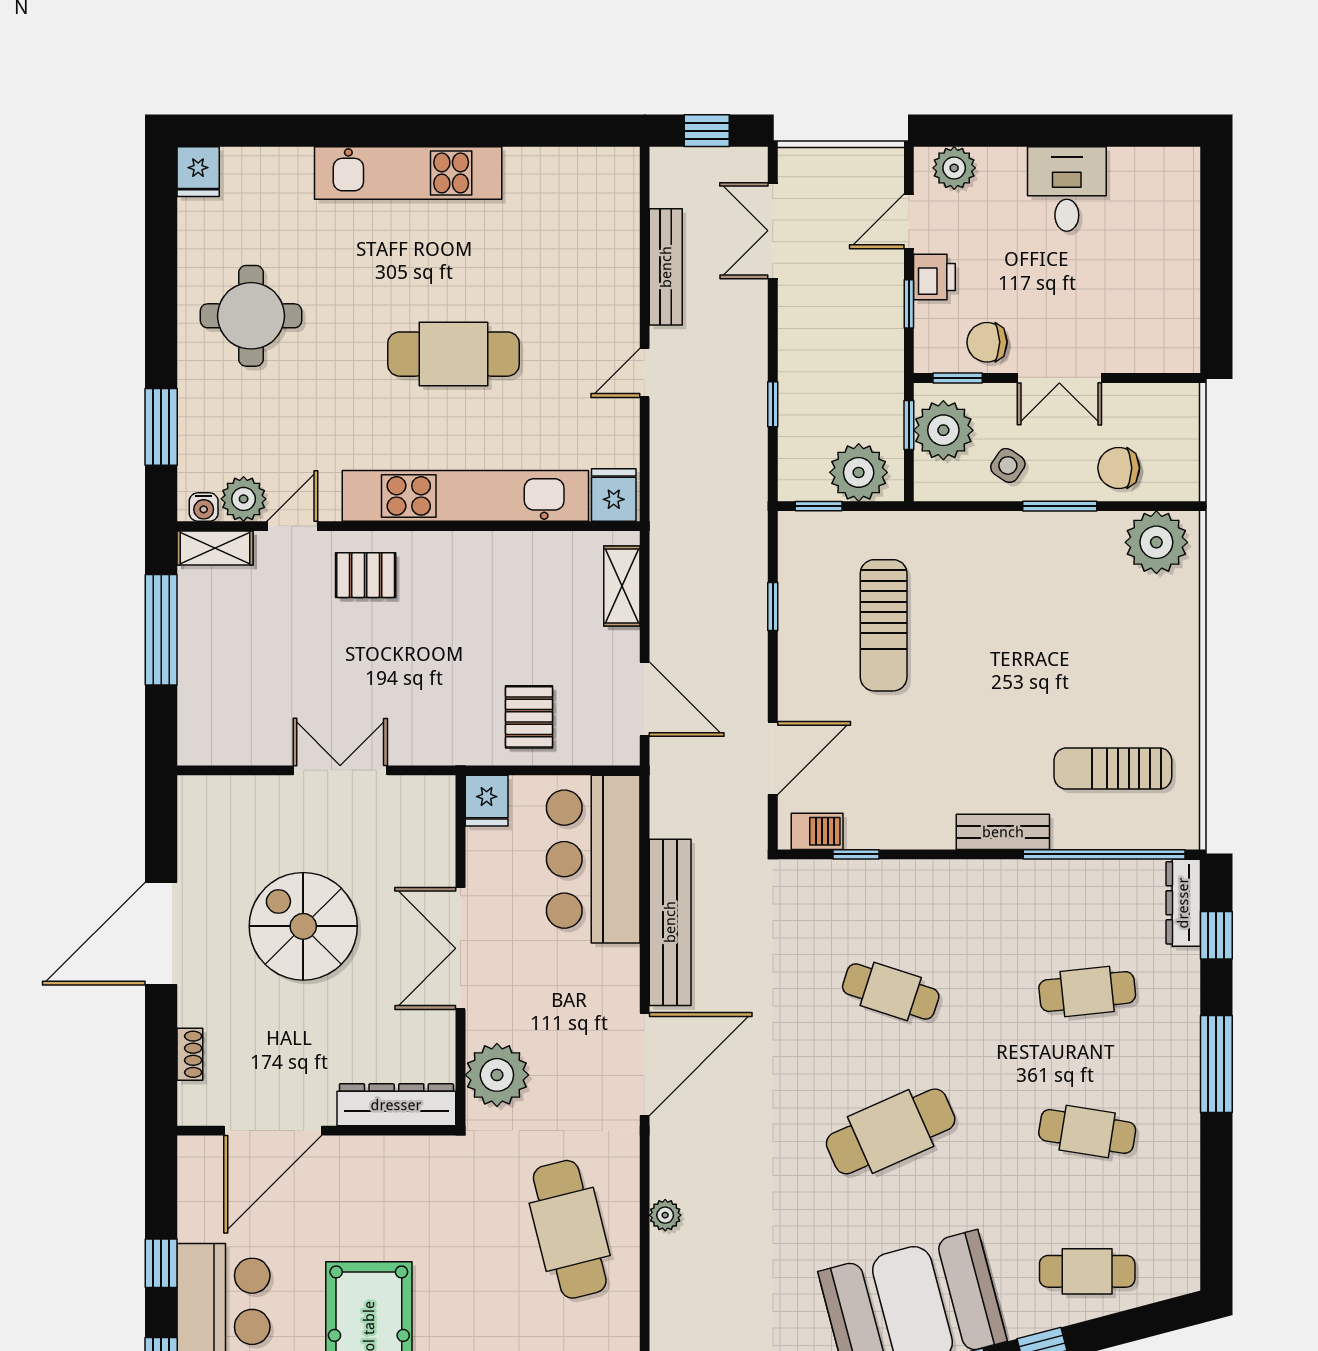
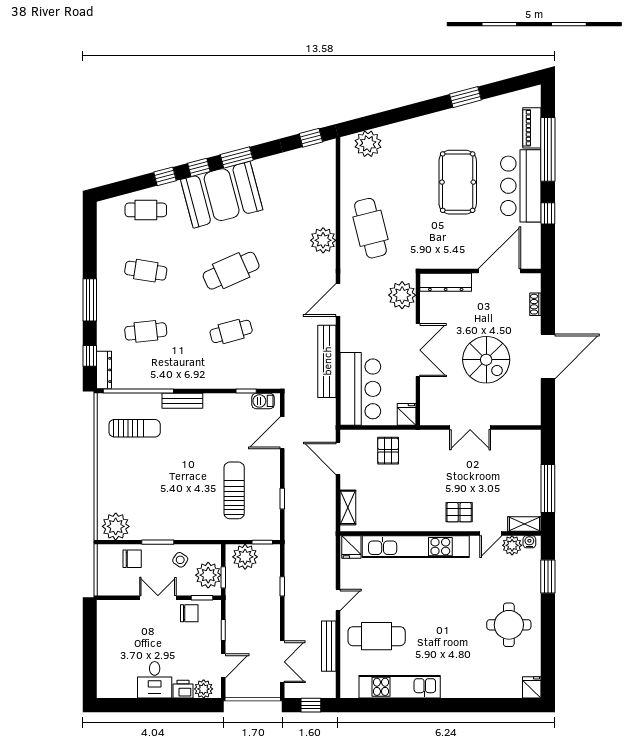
kitchen unit: (408, 173) -> (400, 687), moved
printer: (934, 277) -> (183, 689), moved, turned 90
cafe table: (454, 354) -> (377, 636), moved
cafe table: (891, 992) -> (231, 331), turned -33
door: (645, 1064) -> (338, 300), width x0.73
plant: (665, 1215) -> (323, 240), width x1.87, depth x1.87

